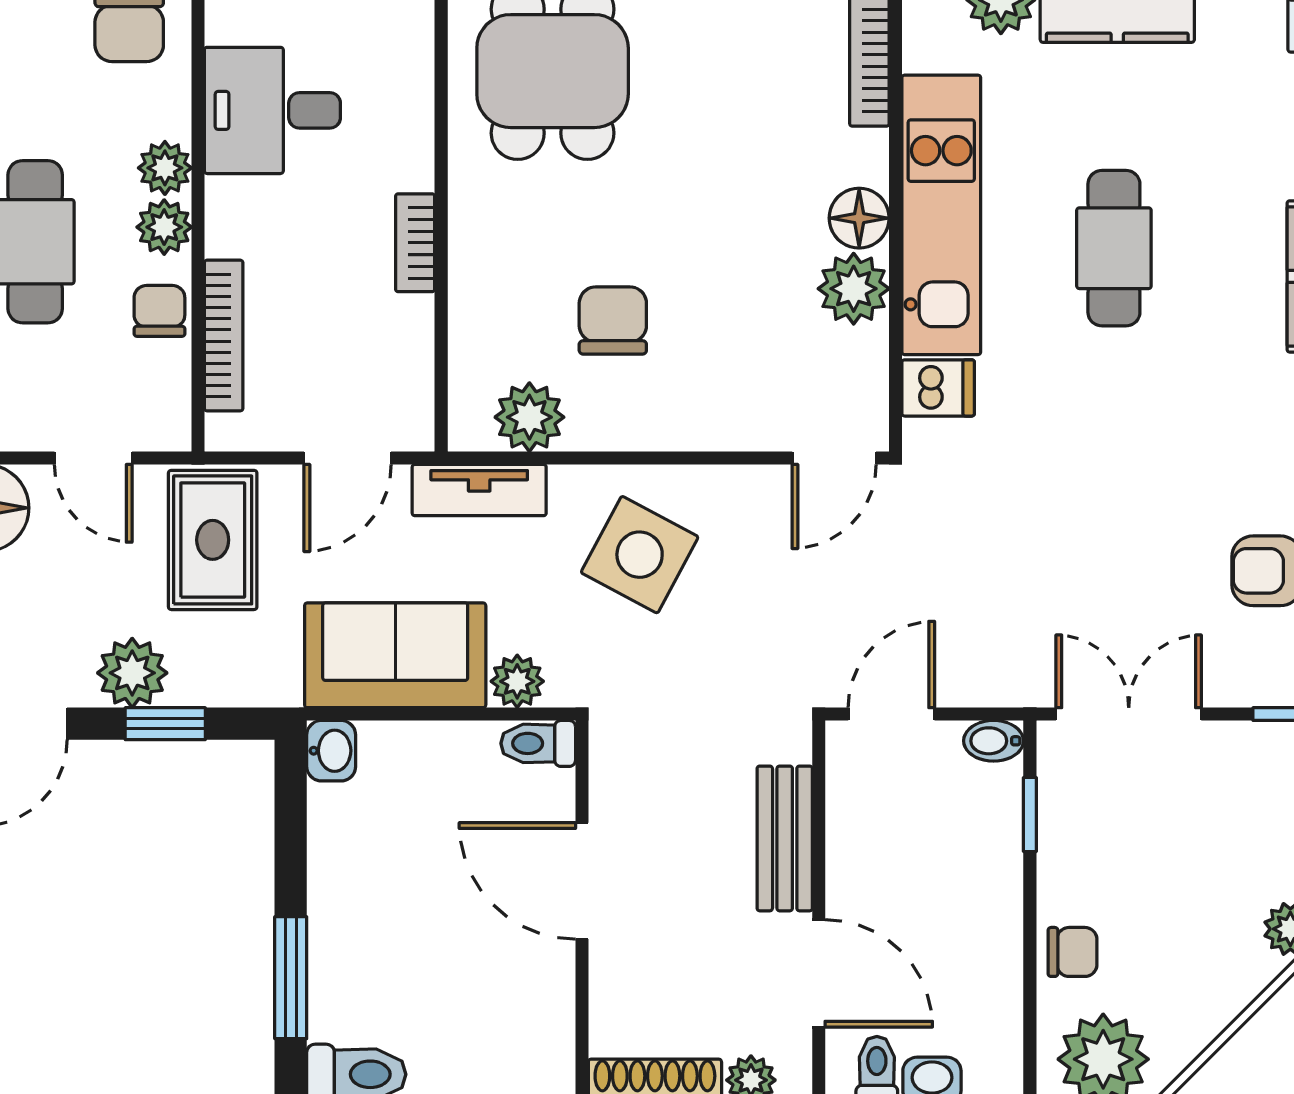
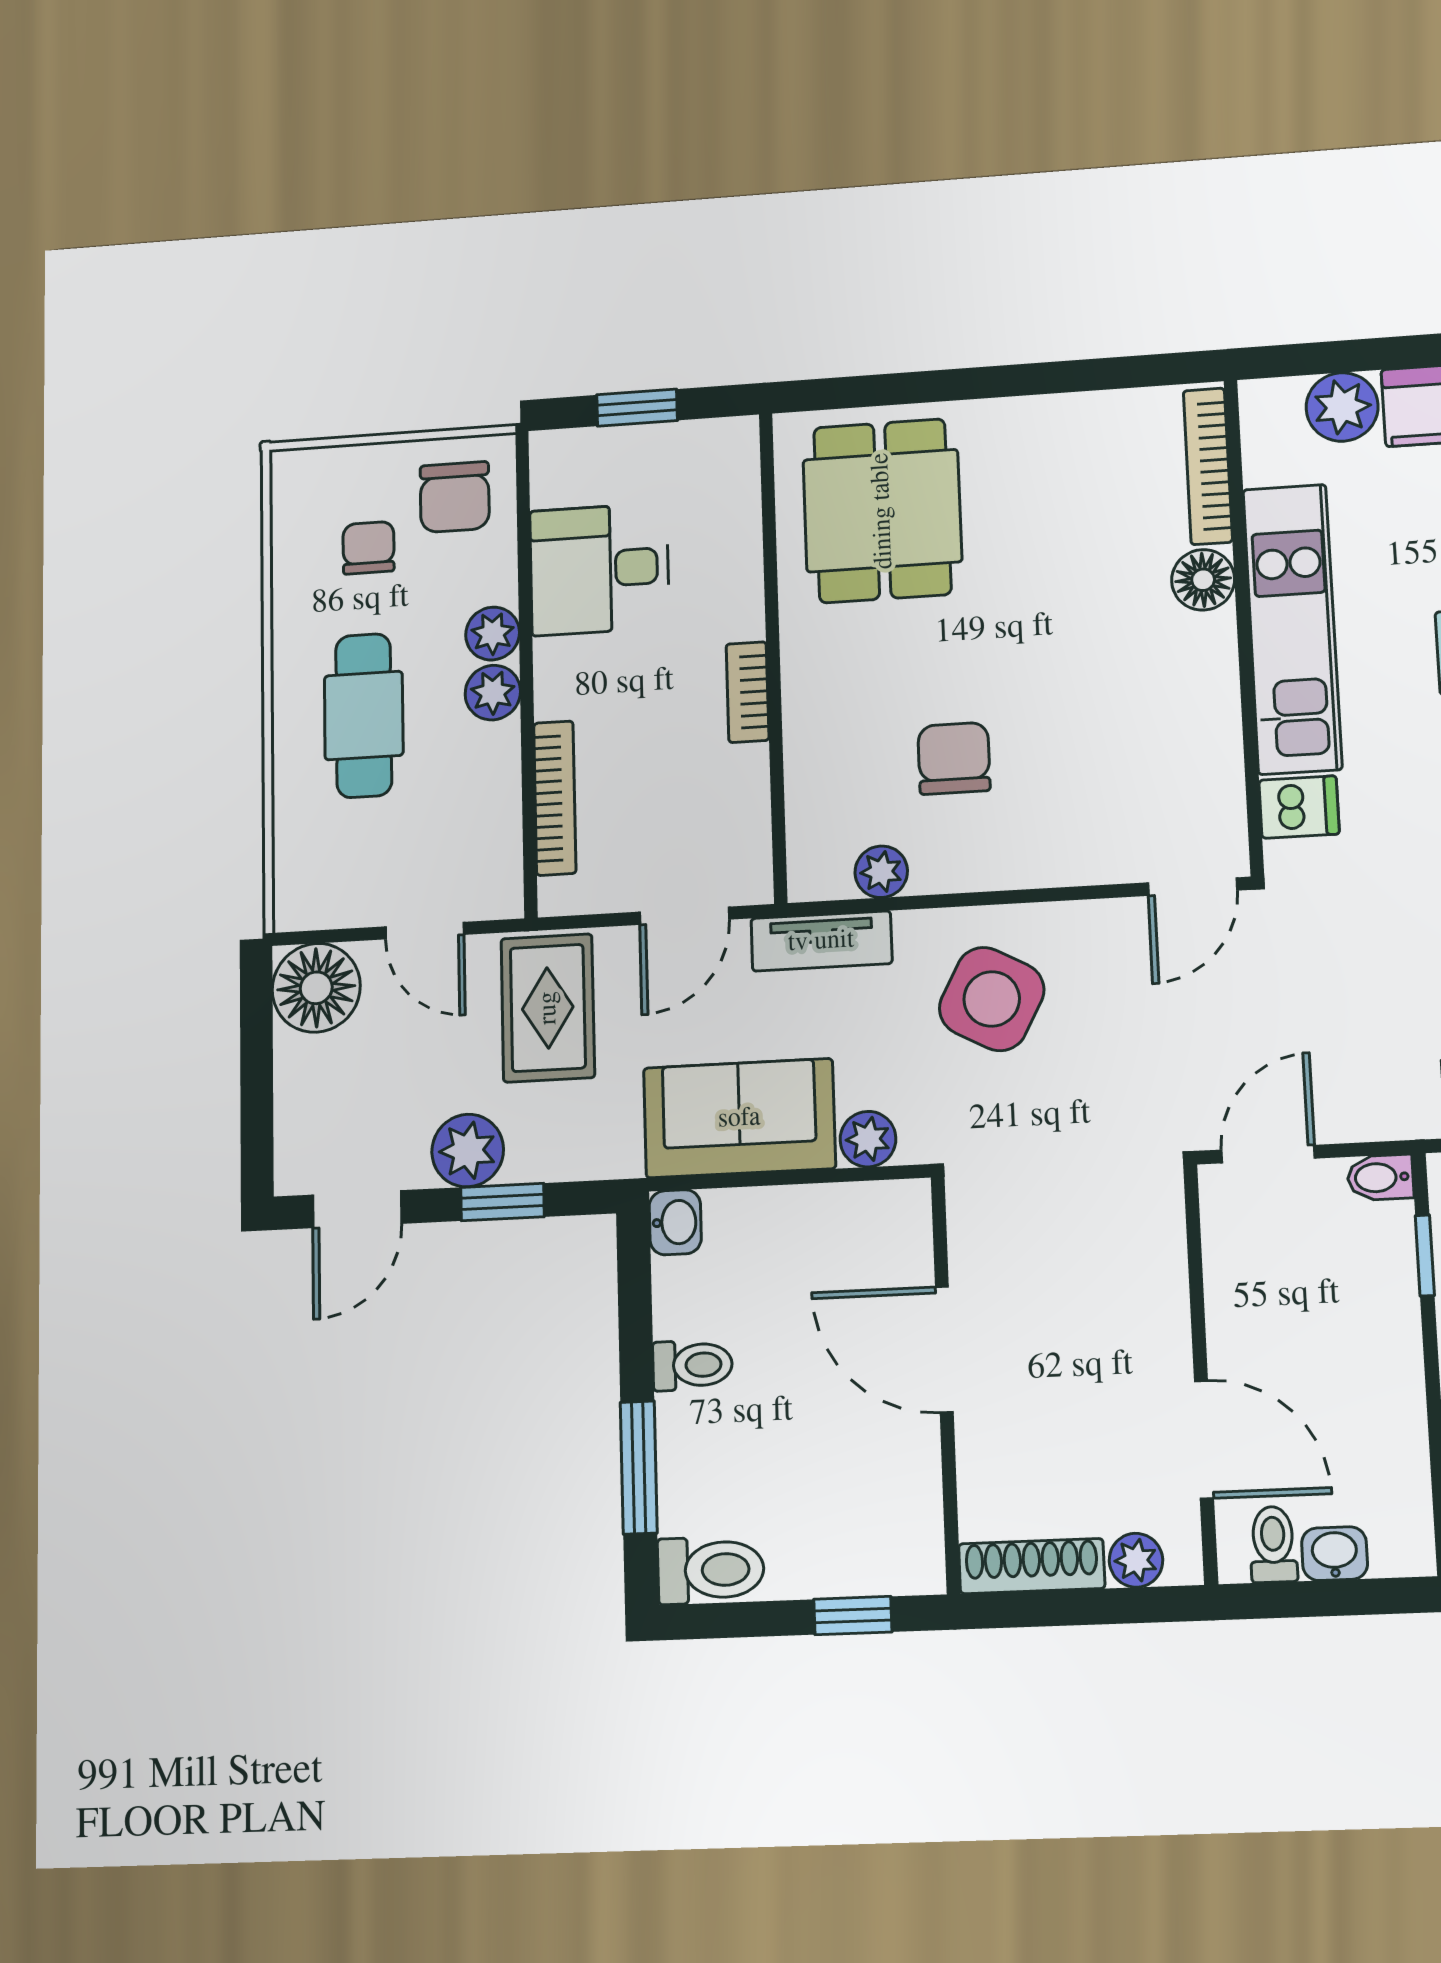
floor lamp: (859, 218) -> (1203, 580), moved
plant: (854, 289) -> (1204, 710), removed
chair: (159, 311) -> (369, 548), moved
plant: (529, 417) -> (881, 872), width x0.73, depth x0.73
toilet: (538, 743) -> (692, 1365), moved, turned 180
bench: (785, 838) -> (1160, 1294), removed

